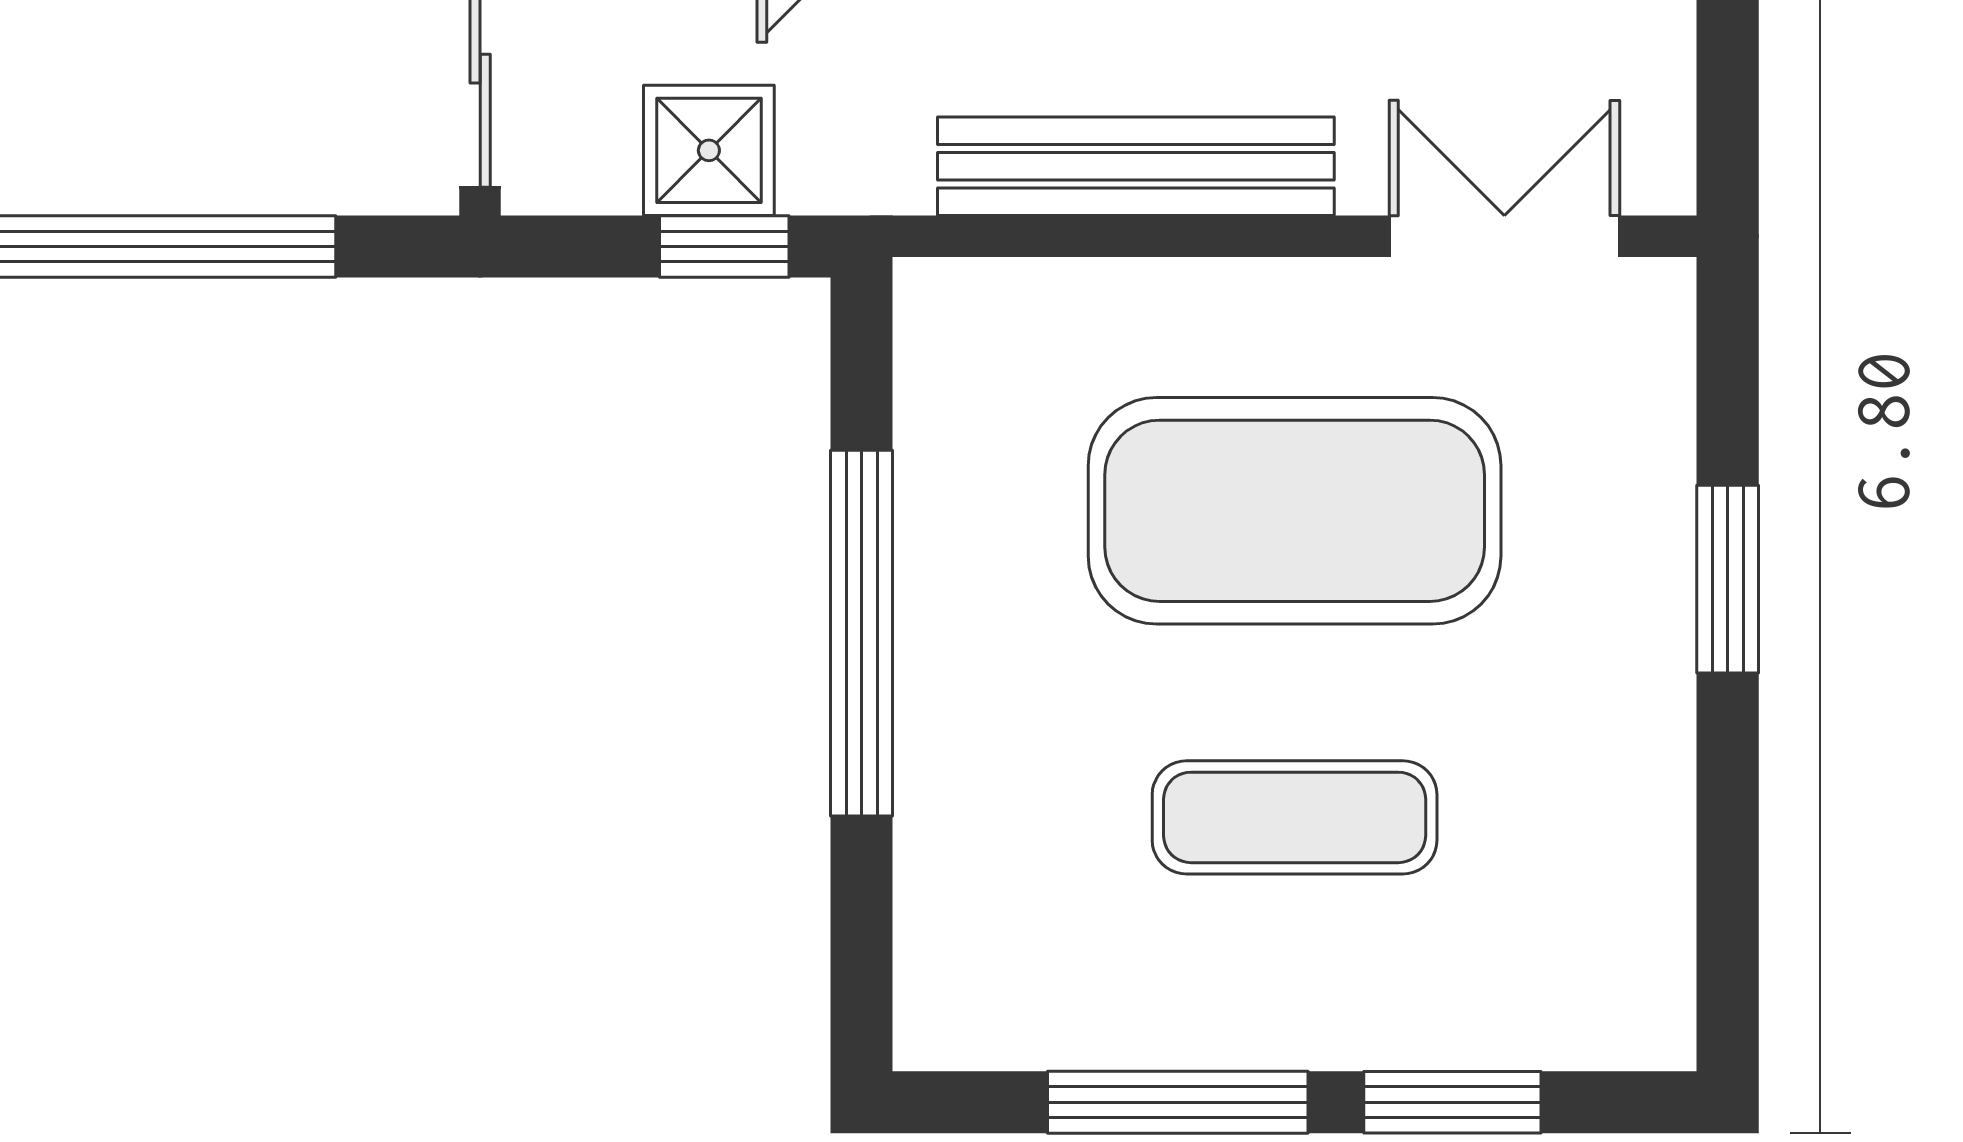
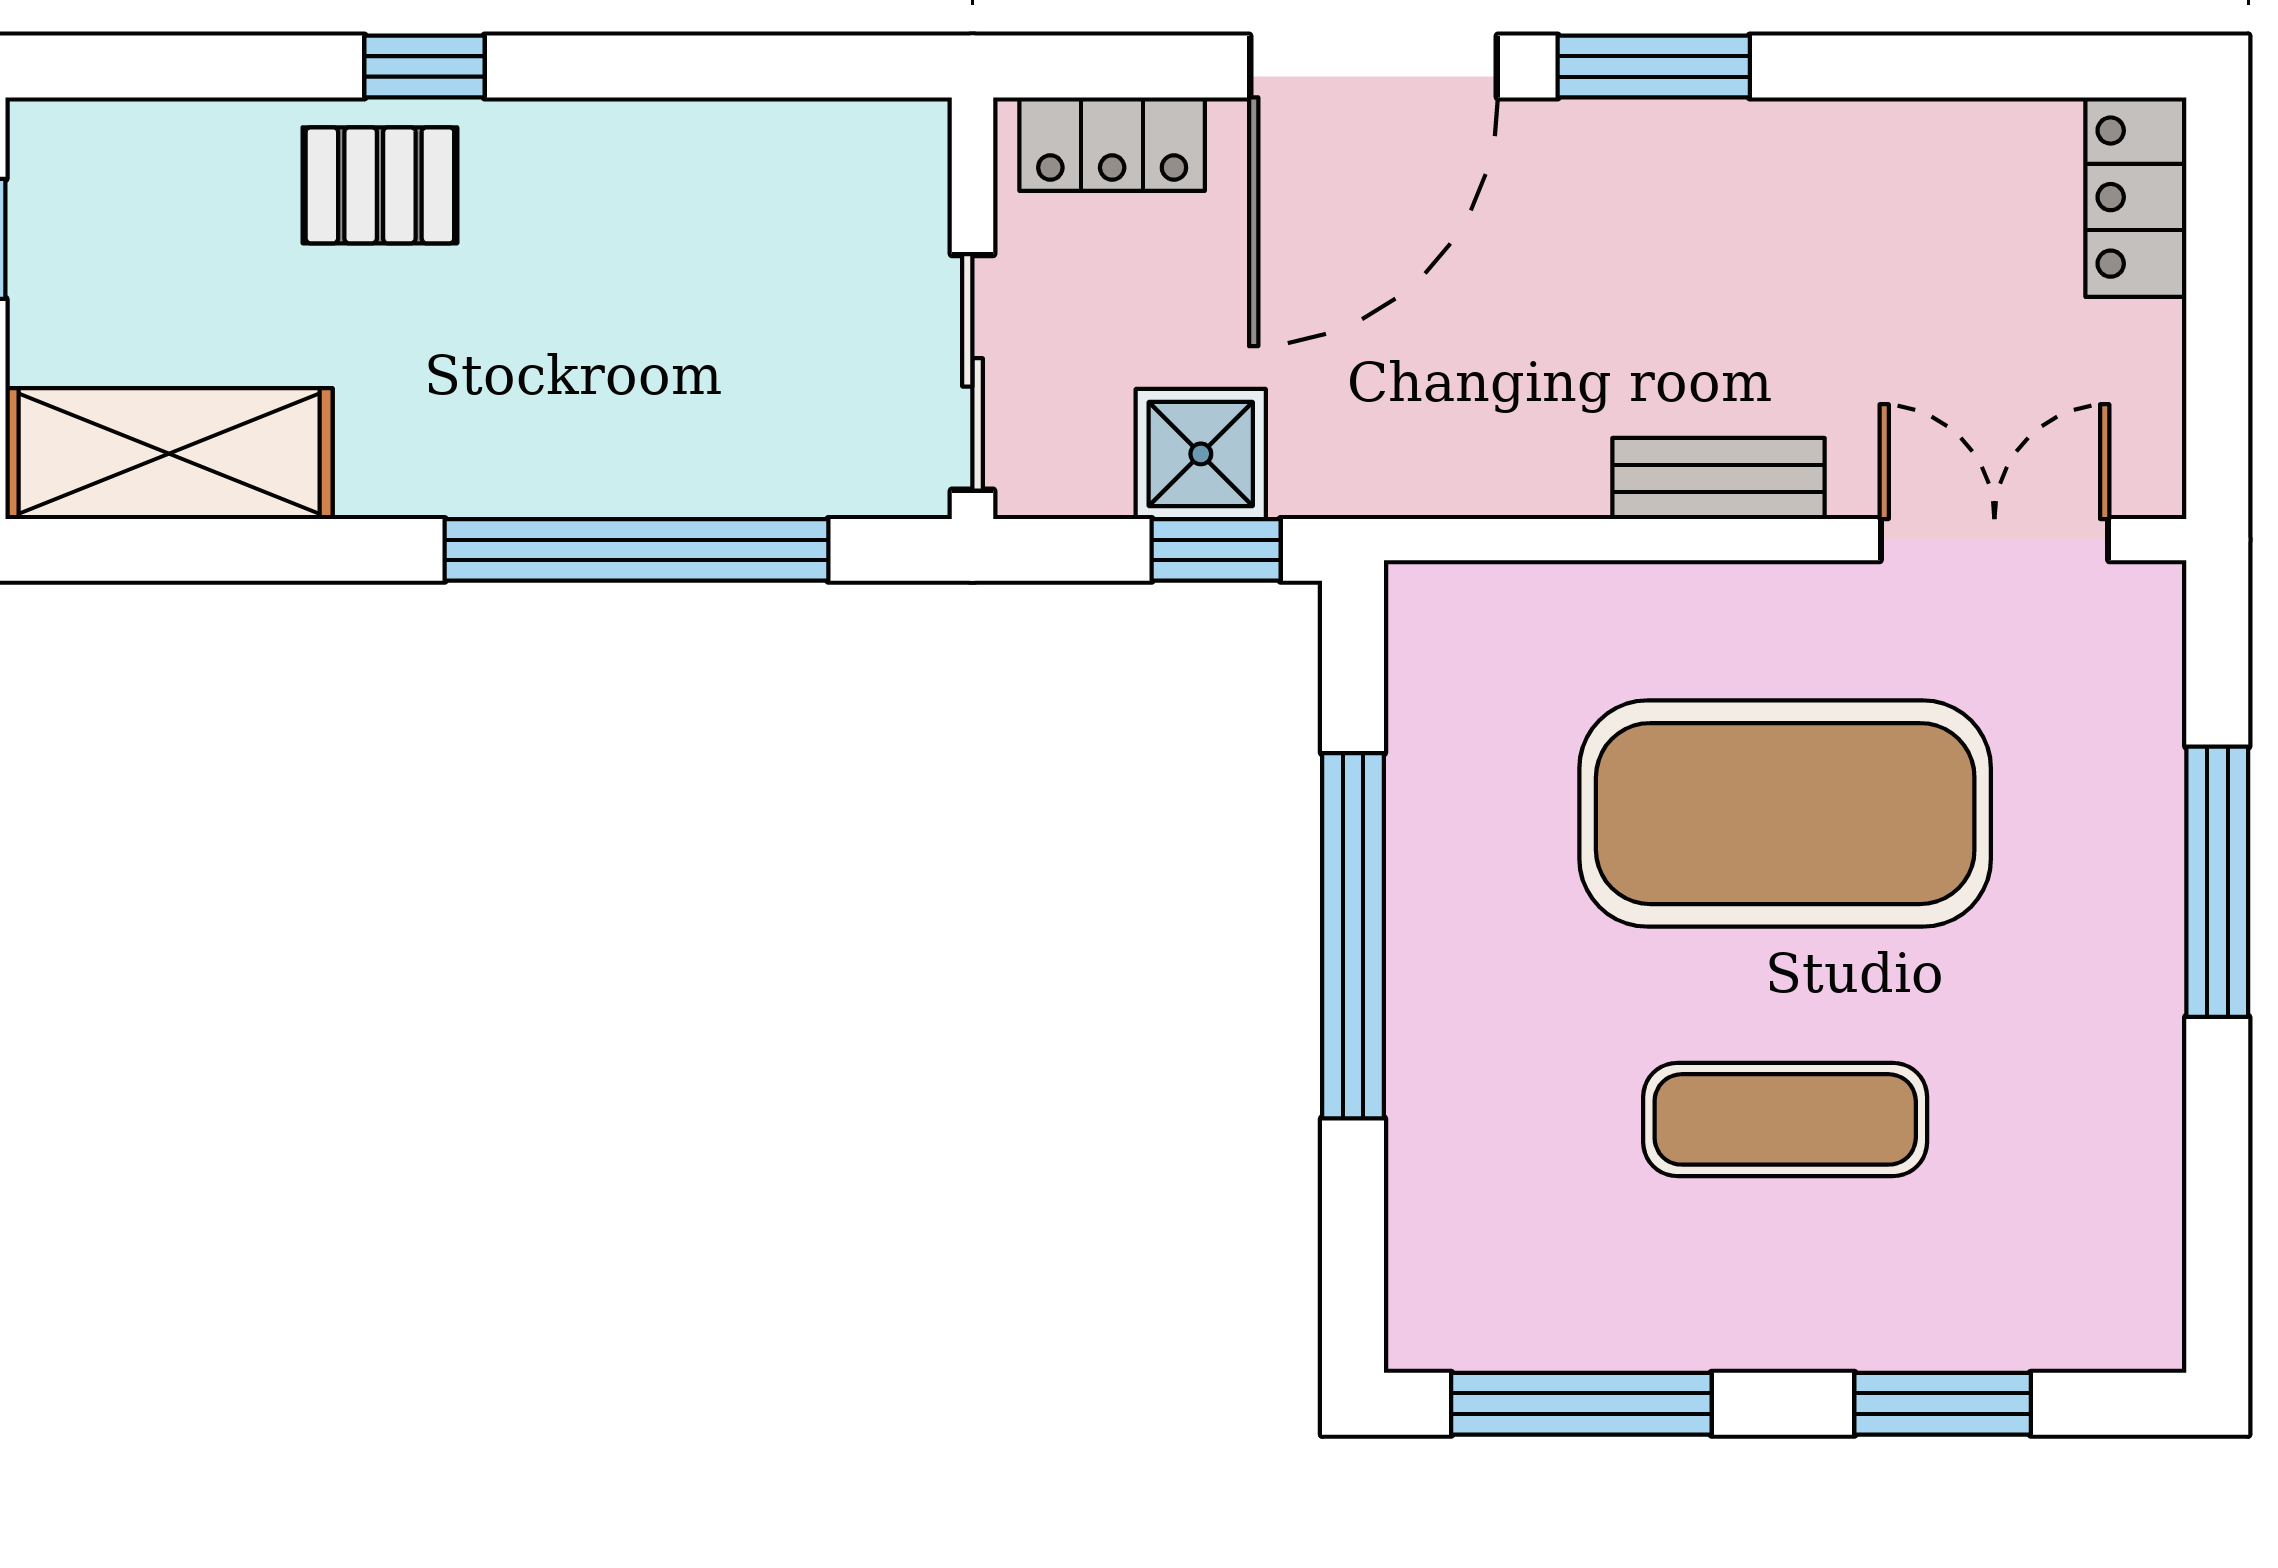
bench: (1136, 166) -> (1719, 478), width x0.54, depth x0.82
window: (1728, 579) -> (2217, 882), width x1.44
window: (1178, 1102) -> (1581, 1404), moved

